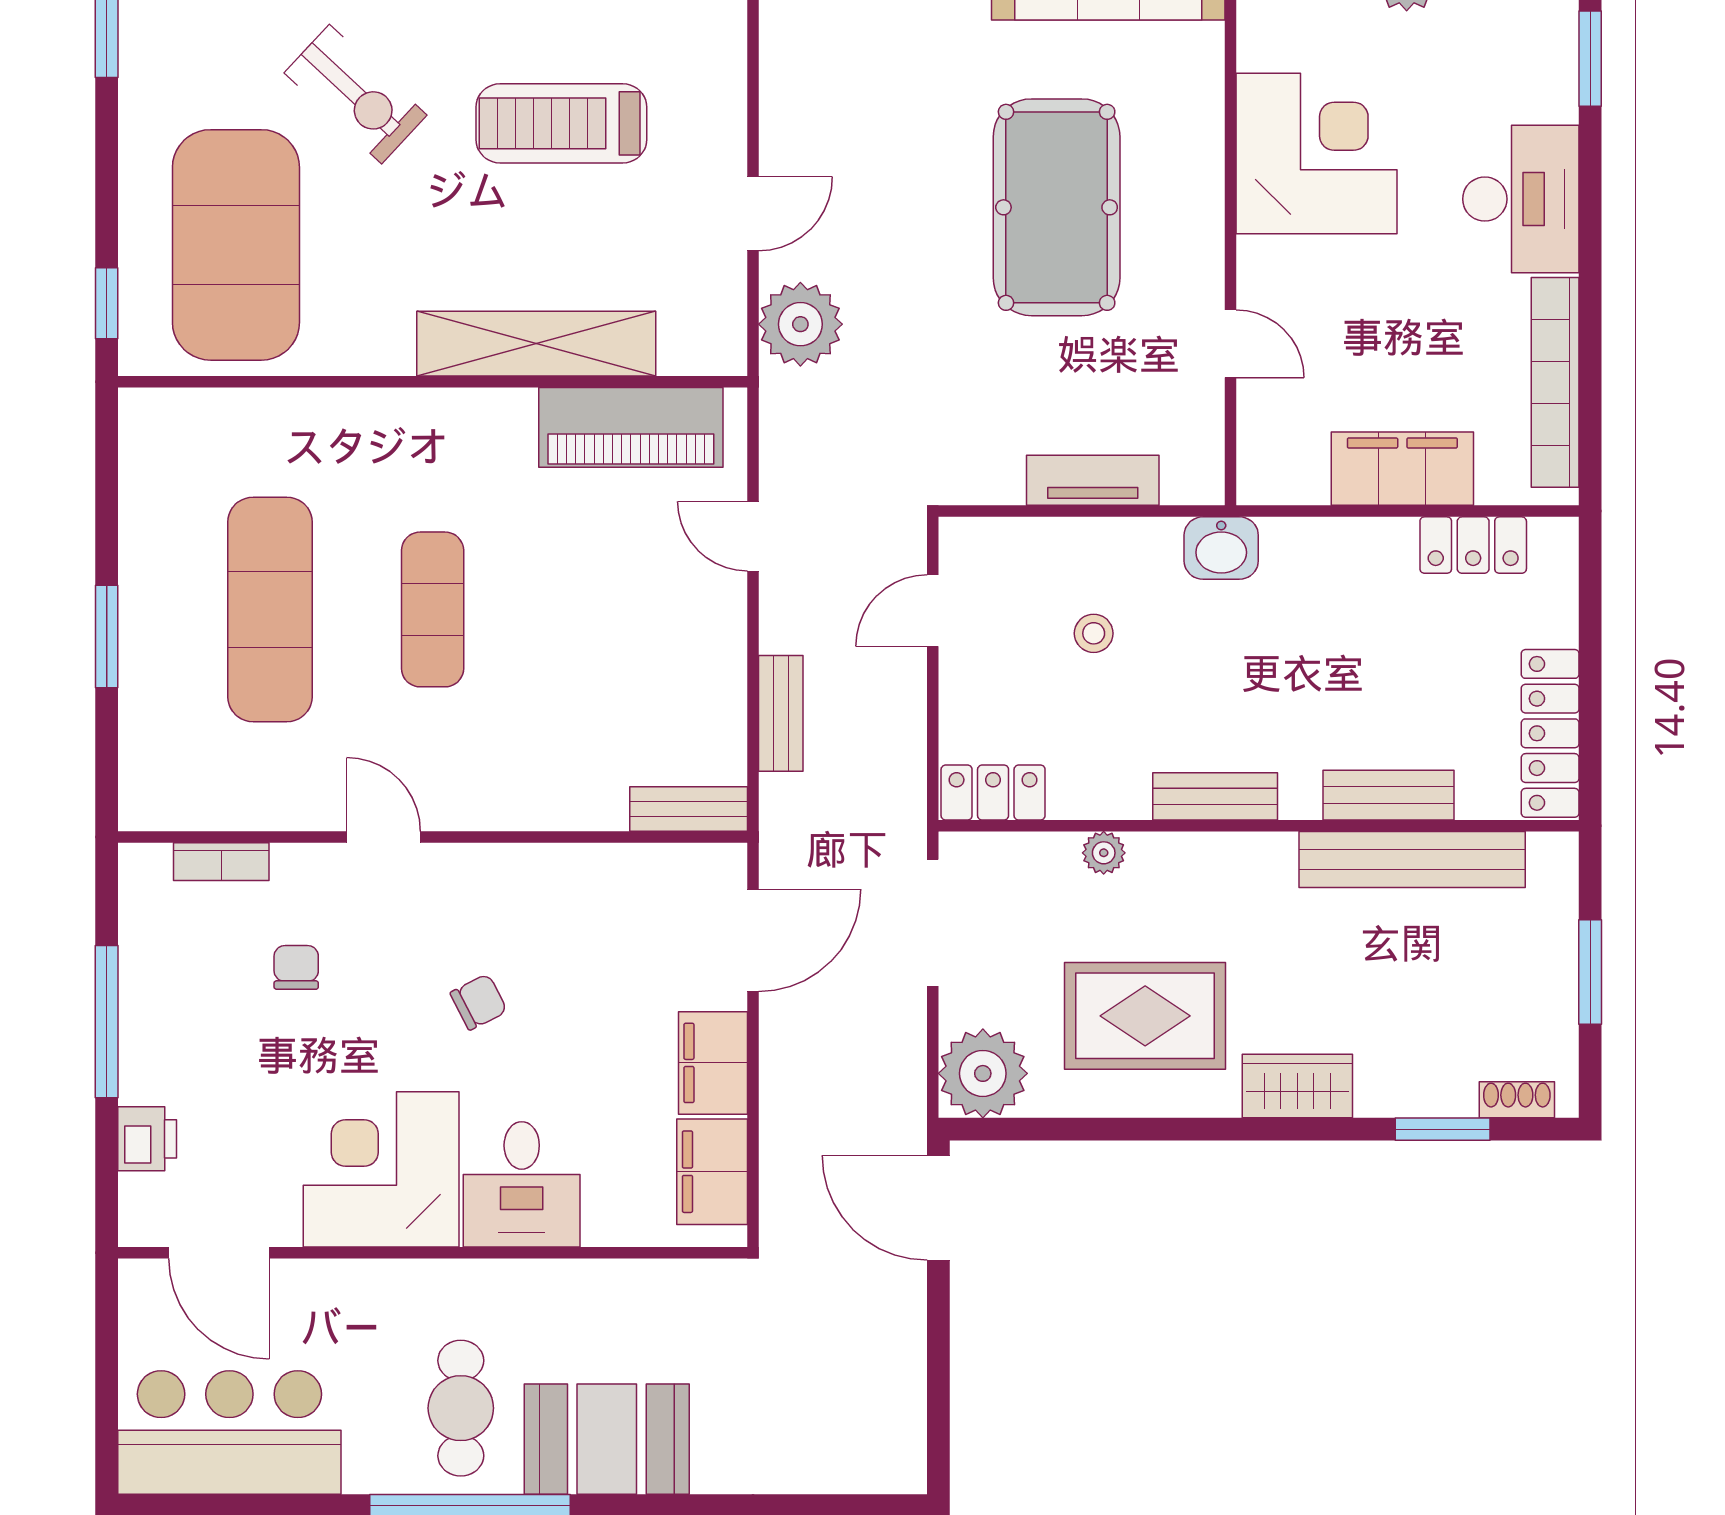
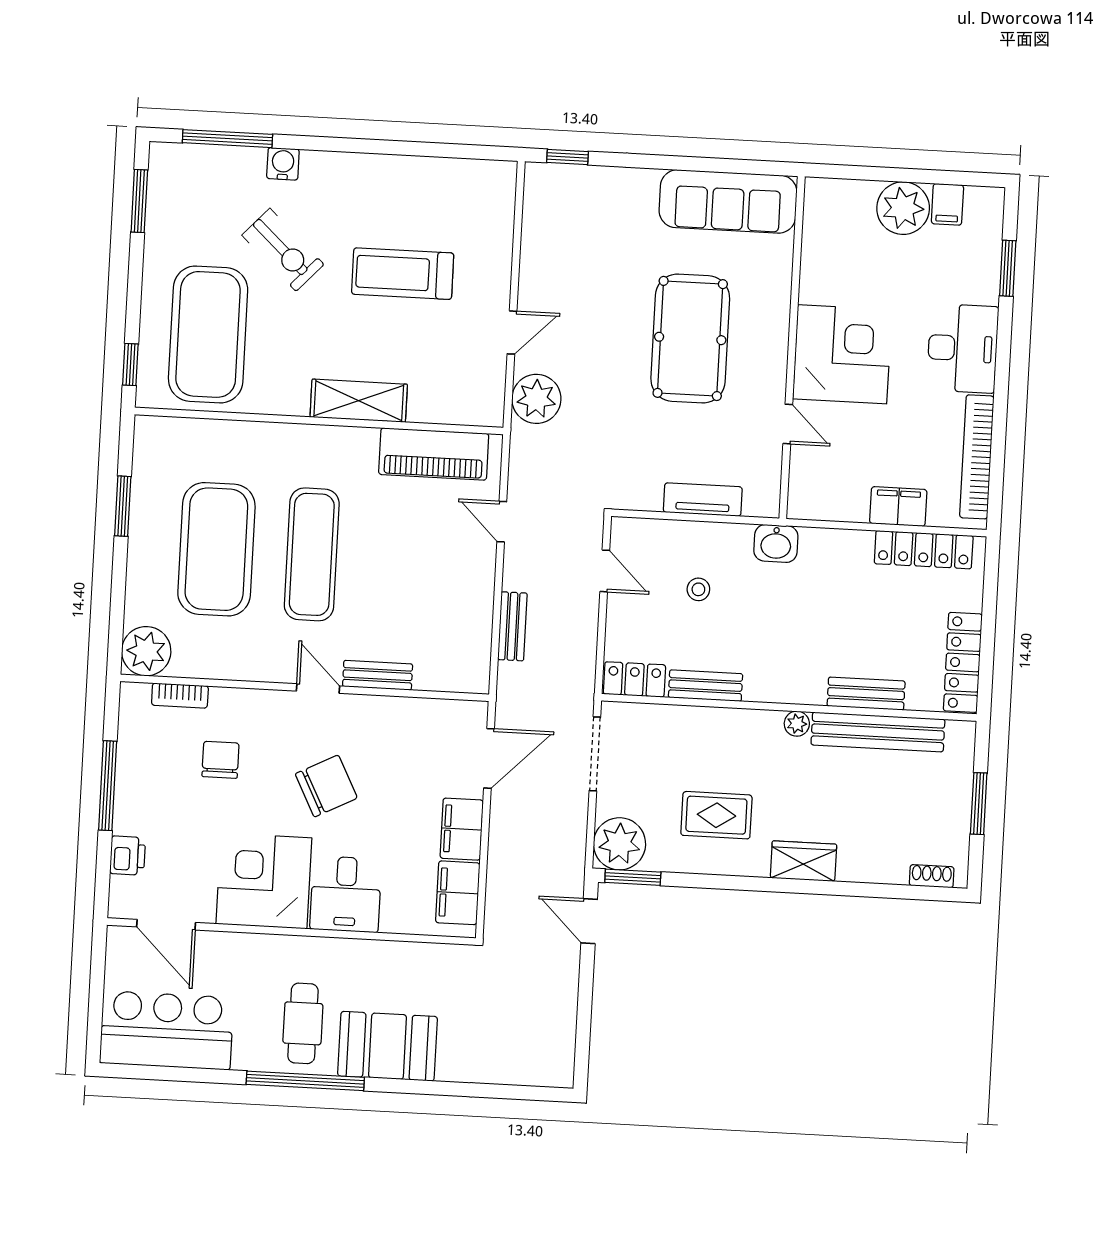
corner desk: (1317, 154) -> (842, 354), moved
shelving: (536, 344) -> (359, 401), width x0.68
filing cabinet: (1402, 469) -> (898, 506), width x0.67, depth x0.86
locker: (1473, 545) -> (924, 550), width x1.53
exercise mat: (270, 609) -> (216, 549), width x1.47
exercise mat: (433, 609) -> (312, 554), width x1.36, depth x1.45
door: (933, 611) -> (605, 571), swing flipped
window: (107, 637) -> (123, 506), moved
plant: (160, 789) -> (146, 651), added
bench: (1215, 796) -> (705, 686), moved
bench: (689, 809) -> (378, 675), moved
door: (384, 837) -> (318, 688), moved
plant: (1104, 853) -> (797, 724), moved
chair: (296, 967) -> (220, 760), width x1.37, depth x1.37
chair: (479, 1002) -> (326, 786), width x1.87, depth x1.87
rug: (1145, 1016) -> (716, 815), width x0.73, depth x0.70
window: (1443, 1129) -> (633, 877), moved
door: (938, 1208) -> (589, 921), width x0.73

